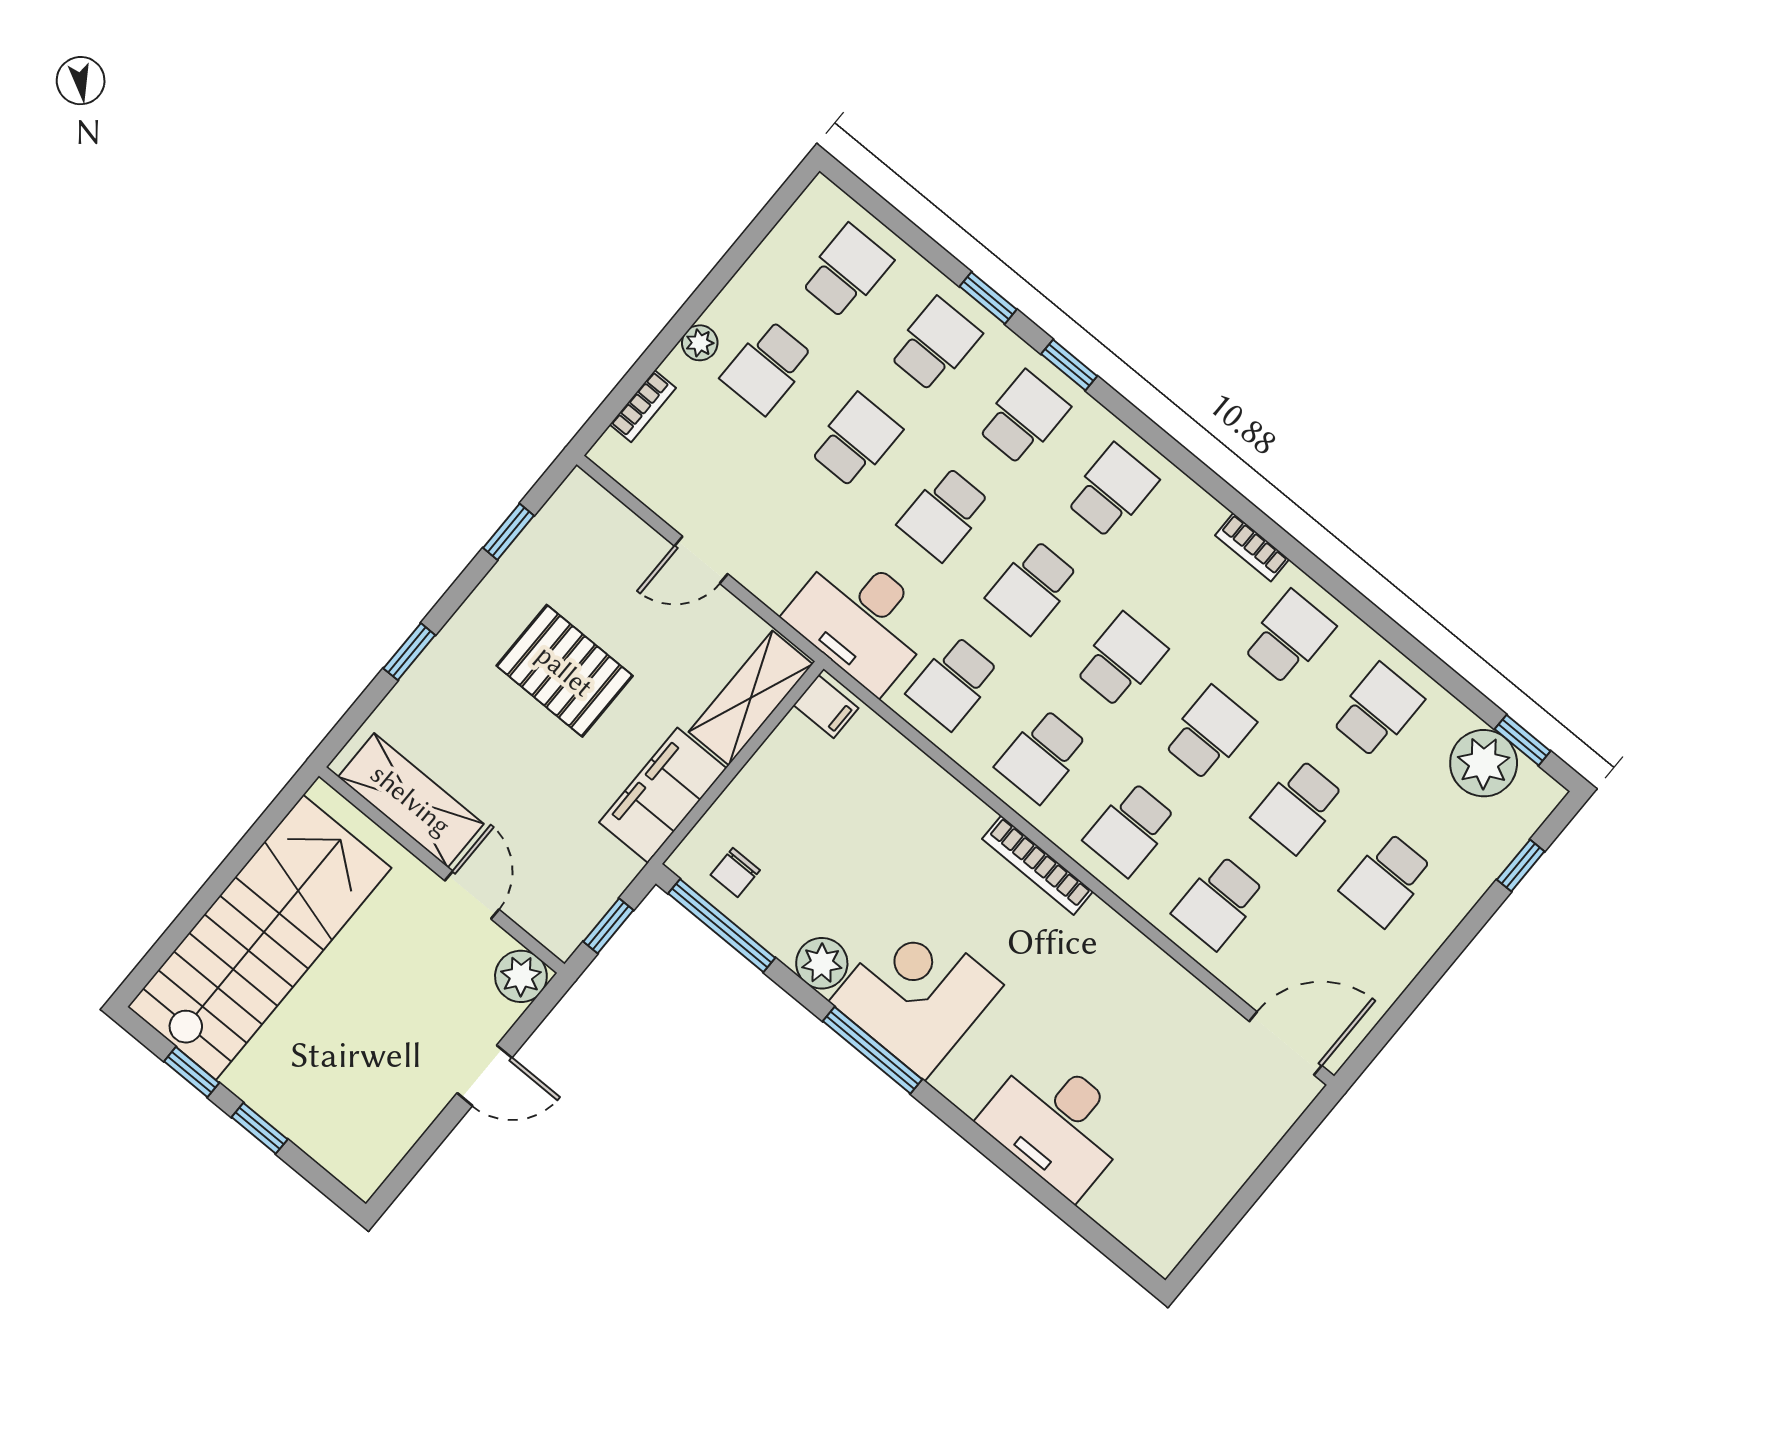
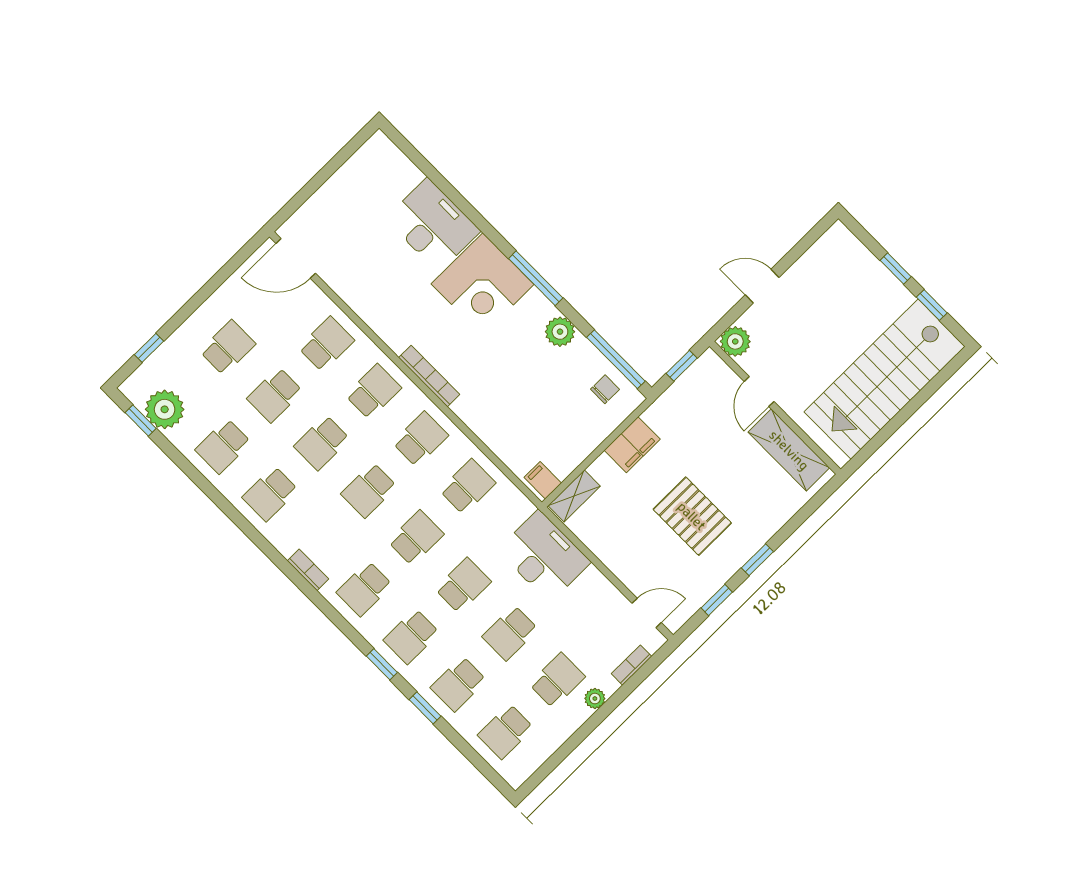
bookcase: (1252, 547) -> (308, 570), moved
door: (701, 560) -> (647, 613), moved
desk: (861, 619) -> (544, 556), moved
window: (409, 652) -> (757, 560), moved
shelving: (751, 698) -> (574, 496), width x0.67, depth x0.75
filing cabinet: (663, 795) -> (632, 445), width x0.67, depth x0.86
school desk: (1298, 806) -> (275, 395), turned 180
corner desk: (916, 993) -> (483, 284), moved

